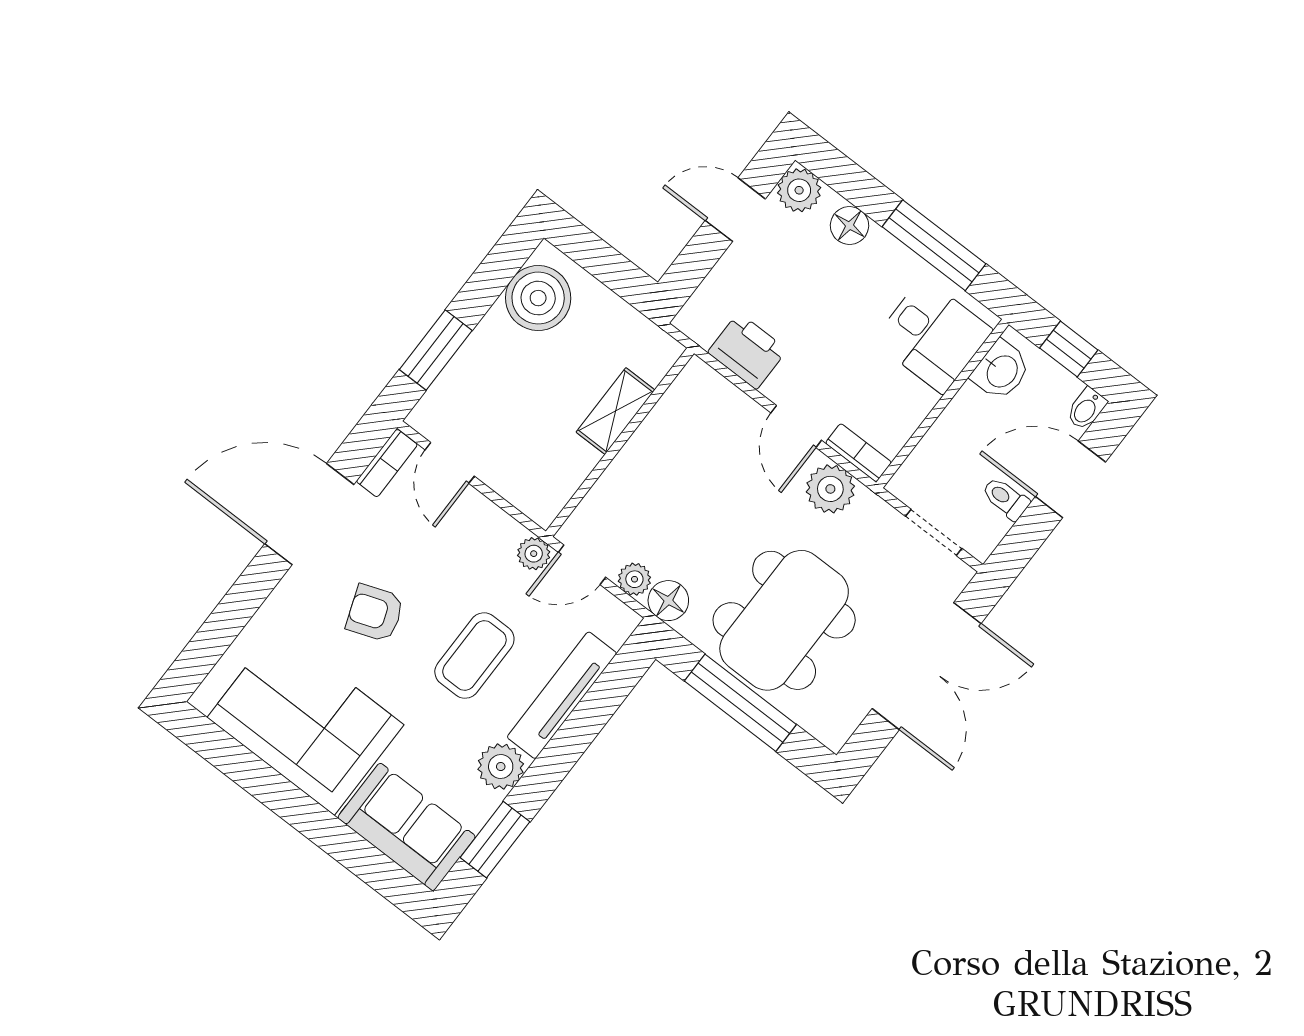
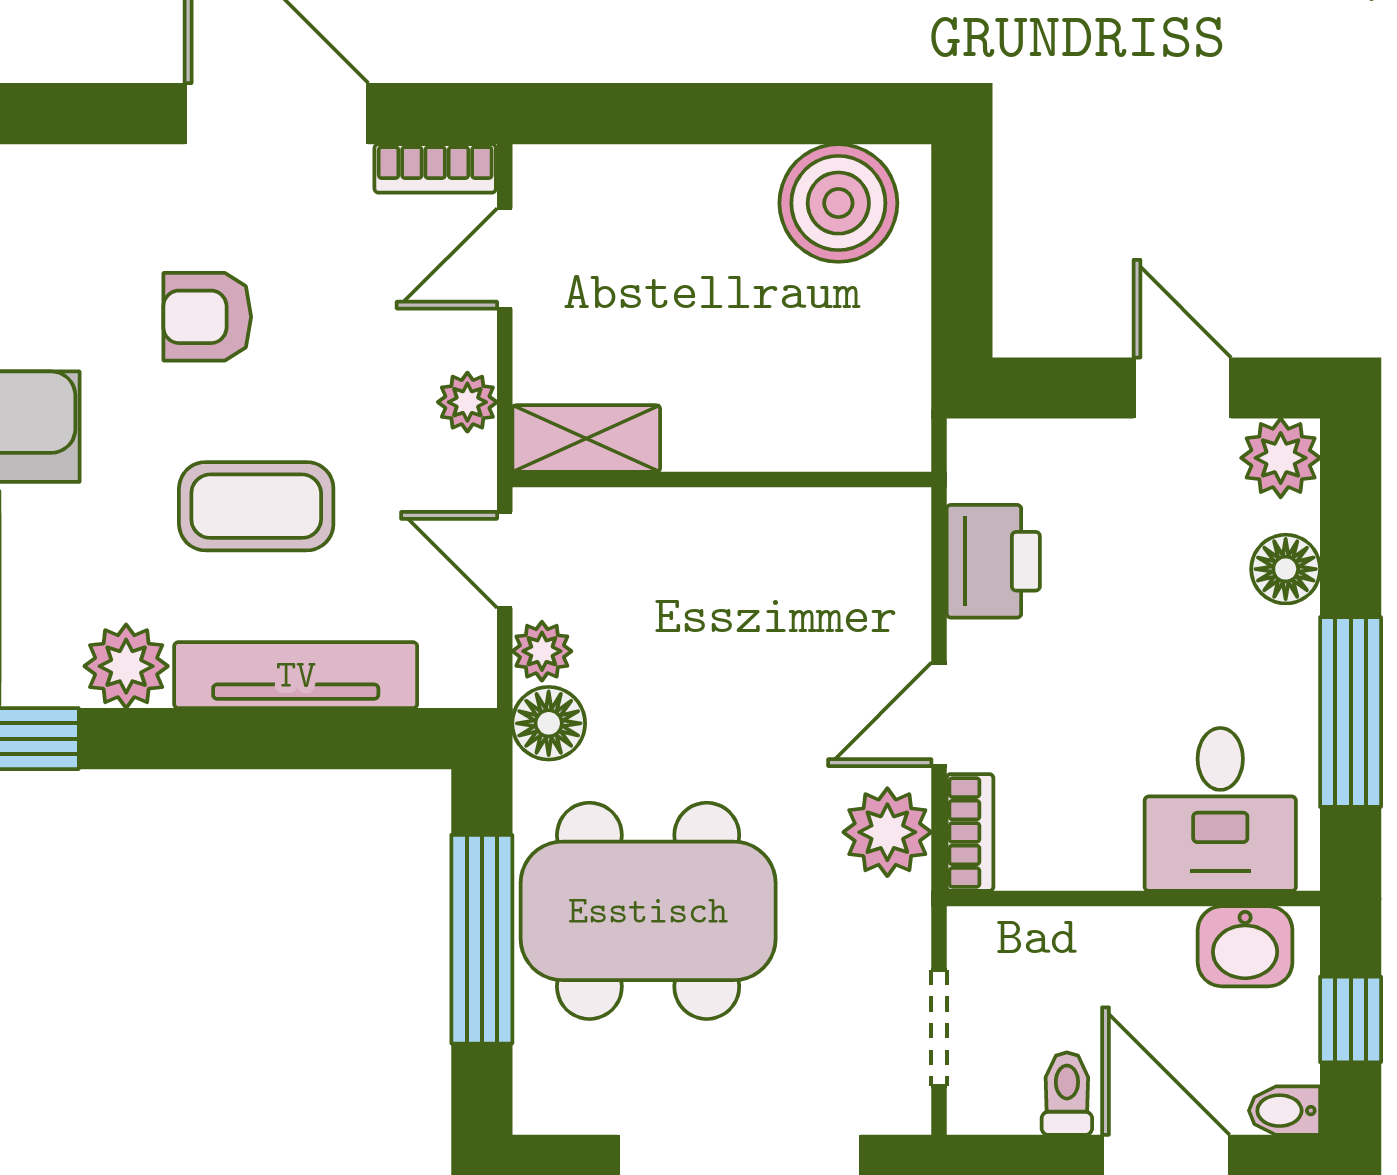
window: (436, 350) -> (651, 114), removed
shelving: (615, 411) -> (586, 439), moved
plant: (534, 554) -> (467, 402), moved
armchair: (375, 613) -> (207, 317), turned -70

